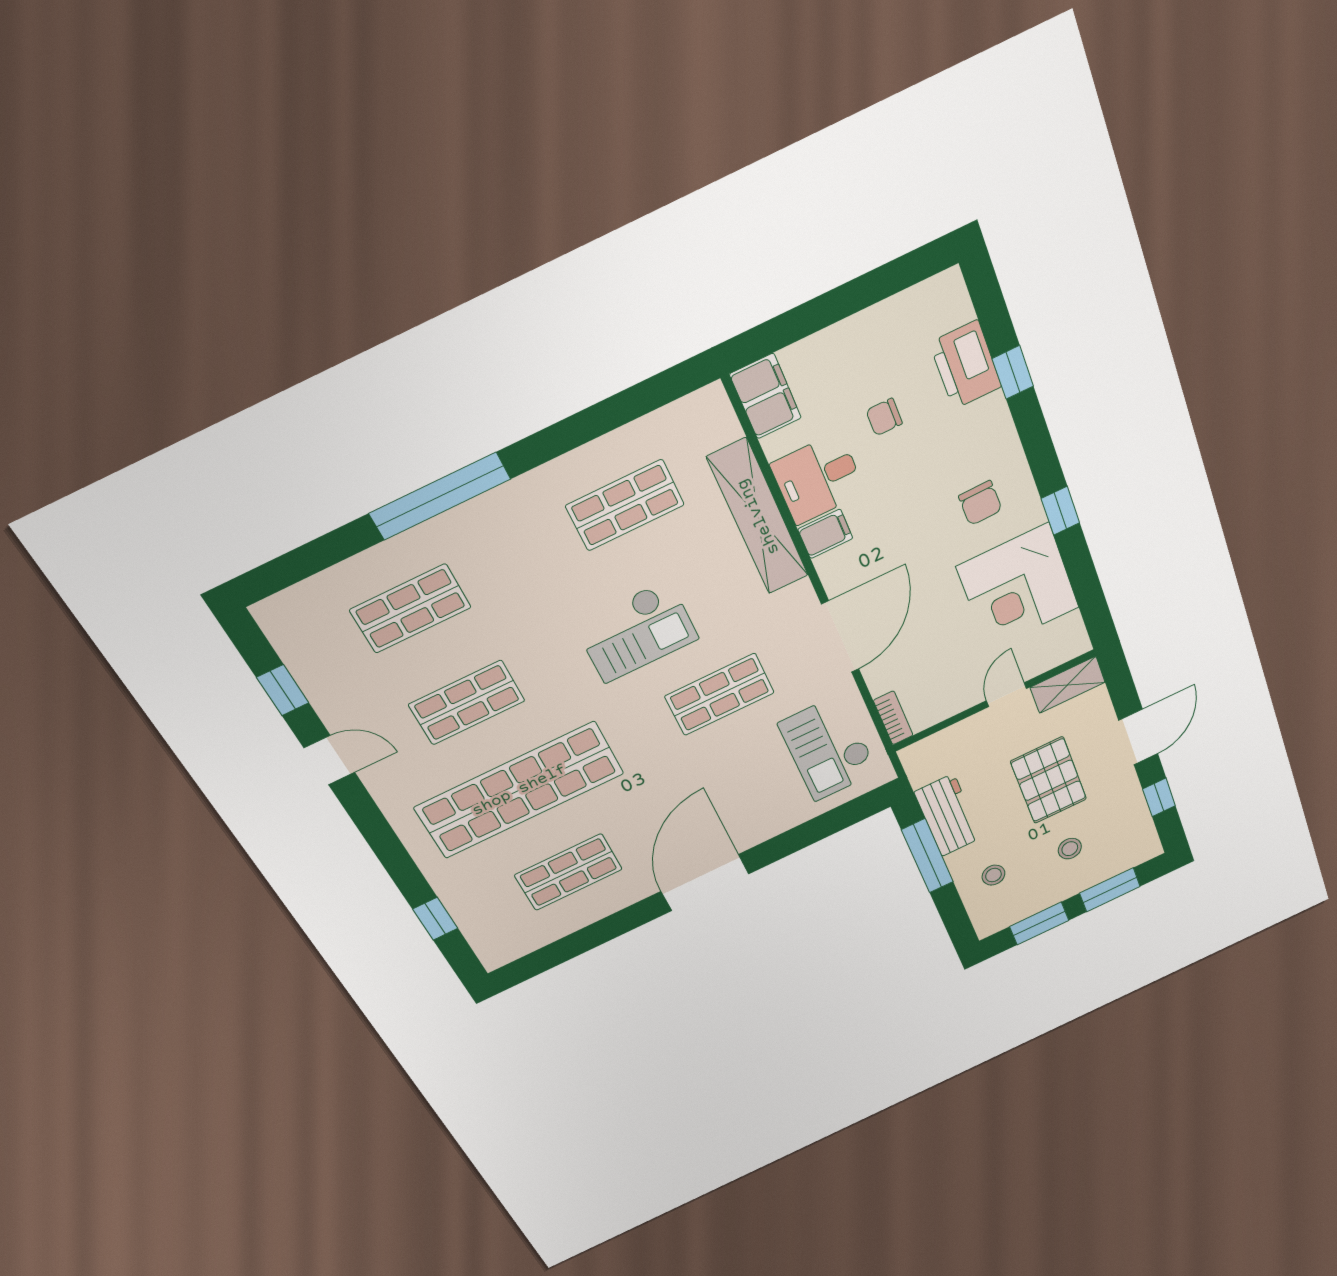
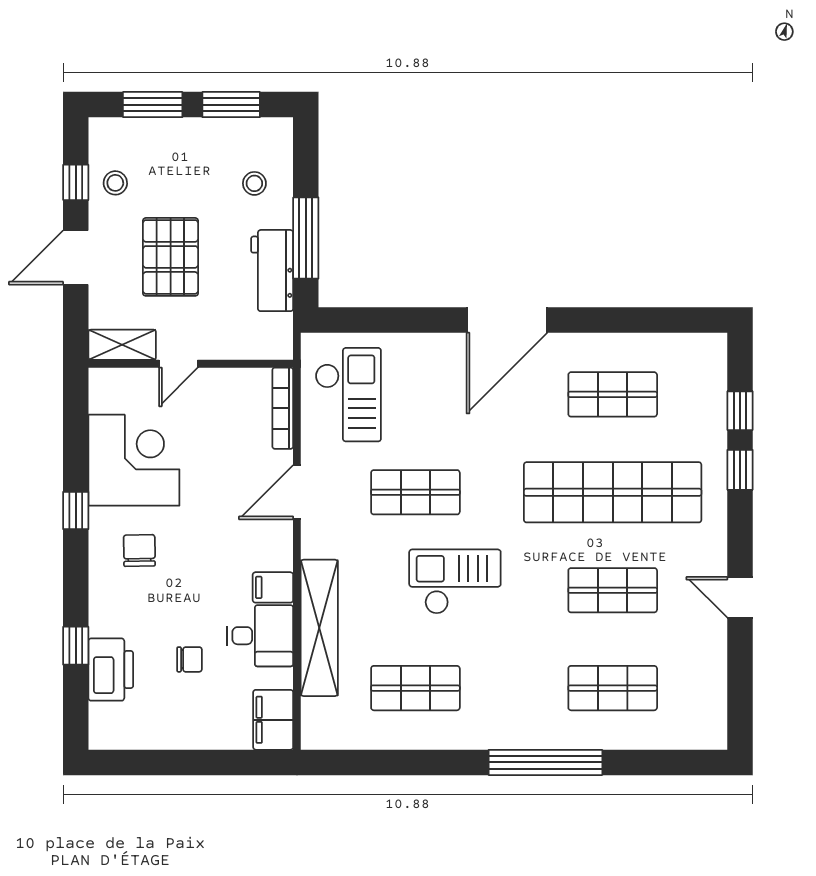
door: (840, 637) -> (297, 492), width x0.73
window: (283, 690) -> (740, 470), moved
bookcase: (893, 718) -> (283, 408), width x1.56
stool: (1070, 849) -> (115, 183), moved

